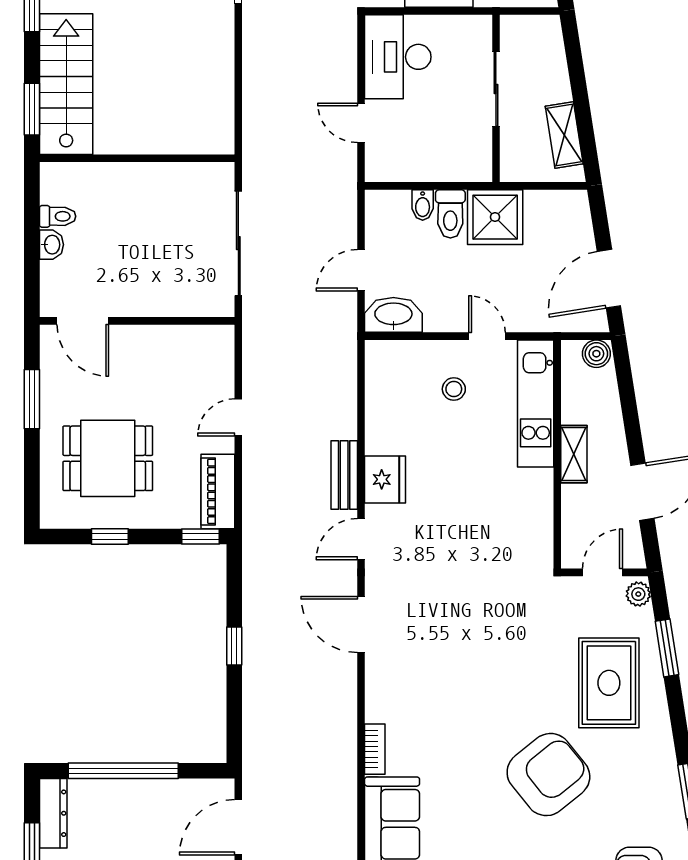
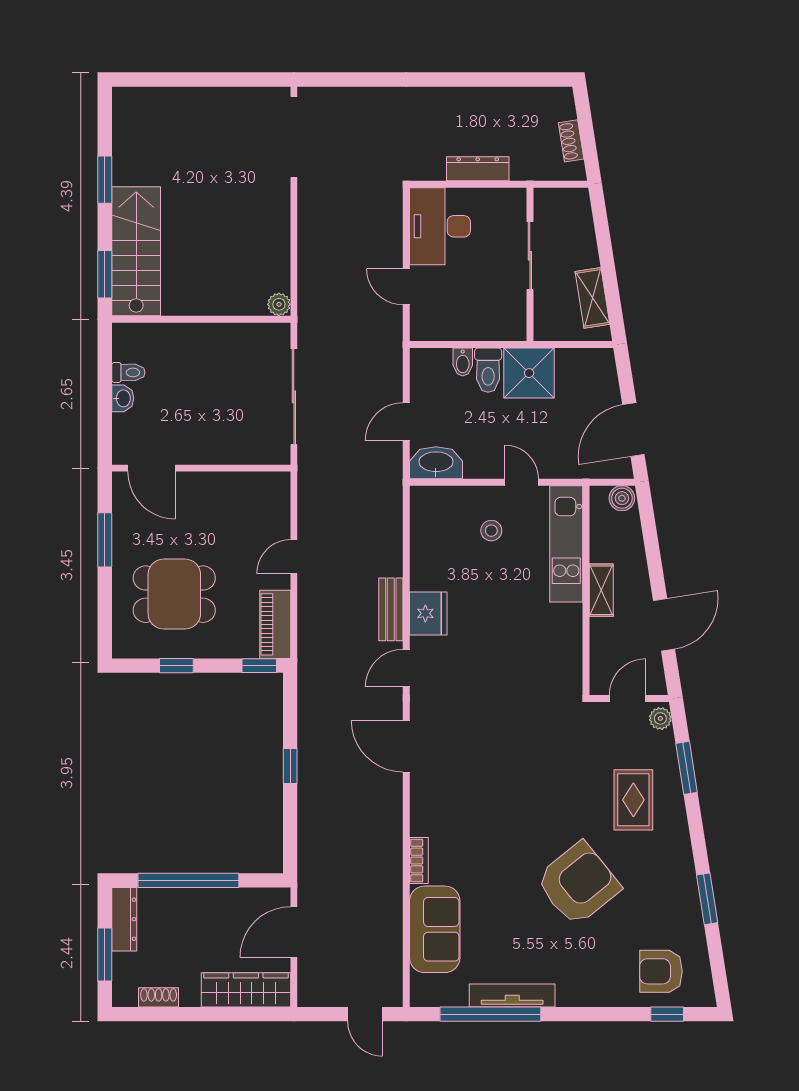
plant: (222, 142) -> (279, 304), added
rug: (609, 683) -> (633, 800), width x0.73, depth x0.70

